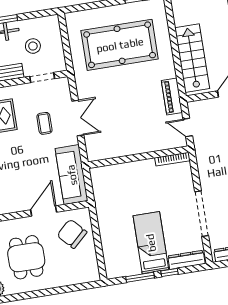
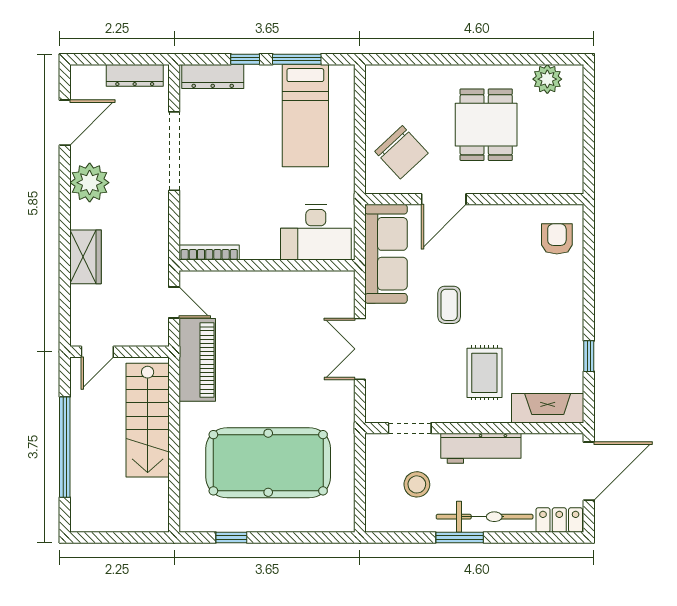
piano: (172, 96) -> (197, 360), width x1.37, depth x1.33
coffee table: (44, 123) -> (449, 305), moved
desk: (113, 180) -> (316, 233), added
bed: (151, 243) -> (305, 116), moved

